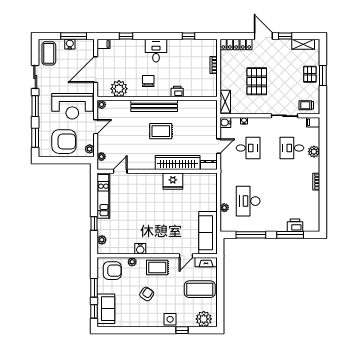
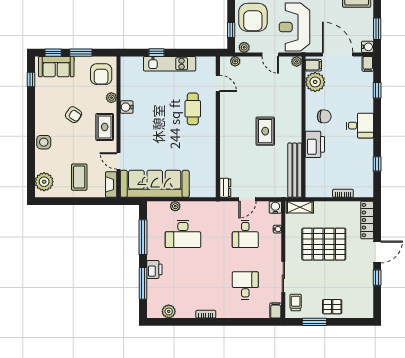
window: (74, 36) -> (377, 29), width x0.69
water cooler: (70, 44) -> (367, 47), moved
shelving: (303, 44) -> (367, 299), removed
window: (323, 75) -> (314, 322), moved
pallet: (257, 81) -> (324, 244), width x1.37, depth x1.41
filing cabinet: (105, 90) -> (313, 65), added
printer: (177, 92) -> (315, 144), width x1.87, depth x1.48
bench: (154, 106) -> (295, 170), moved
door: (219, 146) -> (247, 199), hinge flipped
plant: (314, 152) -> (169, 311), moved
window: (75, 160) -> (231, 30), added
wardrobe: (178, 163) -> (228, 151), removed
fridge: (173, 181) -> (206, 145), removed
cafe table: (142, 193) -> (193, 109), added
kitchen unit: (103, 196) -> (170, 64), moved
desk: (248, 201) -> (183, 234), turned 180
printer: (295, 225) -> (154, 269), moved
sofa: (208, 233) -> (155, 184), width x1.36, depth x1.27
plant: (102, 240) -> (137, 62), removed
coffee table: (200, 289) -> (79, 177), width x0.73, depth x0.76
window: (182, 330) -> (31, 79), moved

